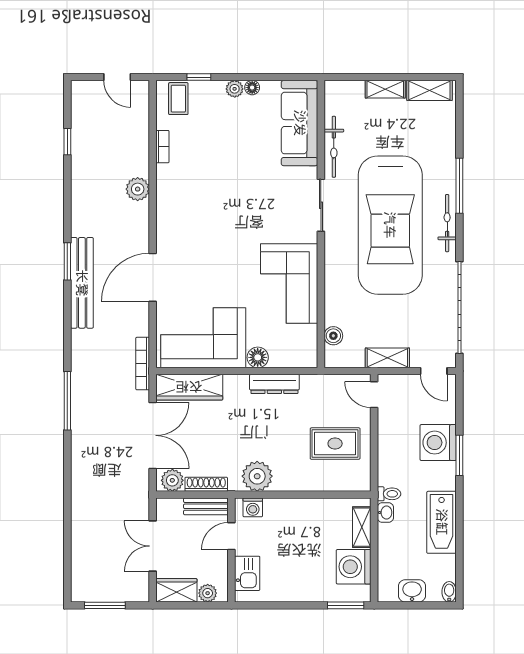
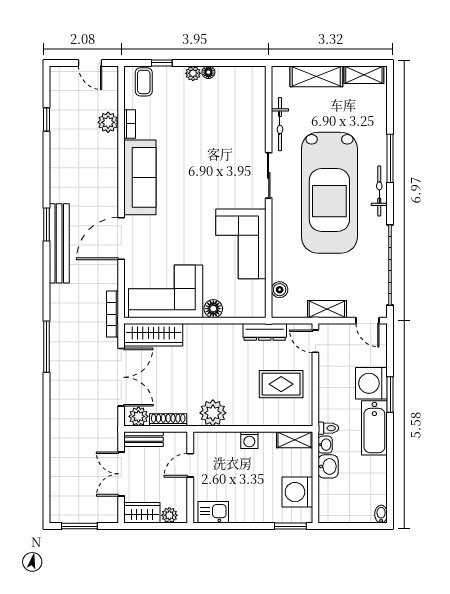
shelving: (385, 89) -> (316, 76), width x1.50, depth x1.33
sofa: (300, 123) -> (140, 177), moved, turned 180
plant: (138, 189) -> (108, 122), moved
dresser: (274, 384) -> (265, 332), moved
bench: (206, 506) -> (144, 439), moved
washing machine: (253, 507) -> (249, 440), moved
bathtub: (442, 522) -> (374, 428), moved
shelving: (362, 527) -> (295, 440), moved, turned 90
kitchen sink: (247, 573) -> (213, 512), moved, turned -90
washbasin: (412, 591) -> (328, 466), moved, turned 90

